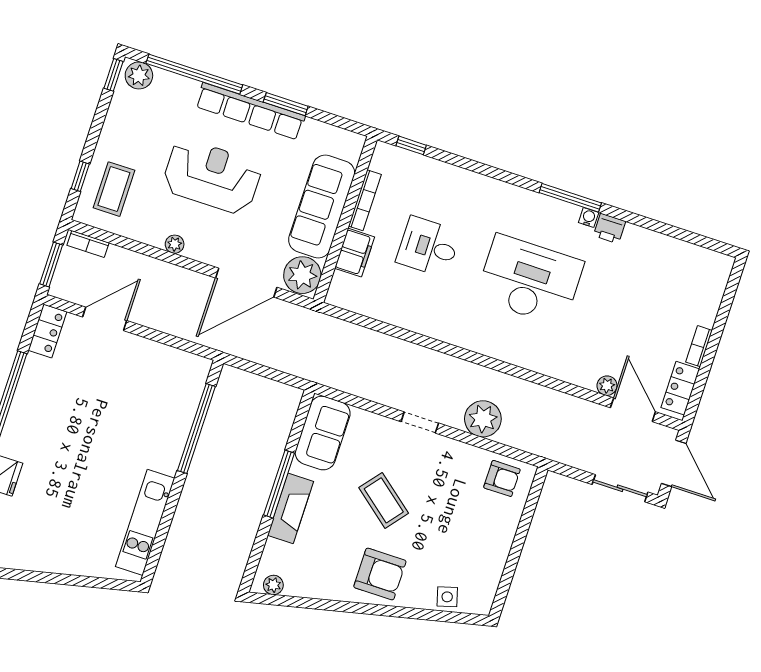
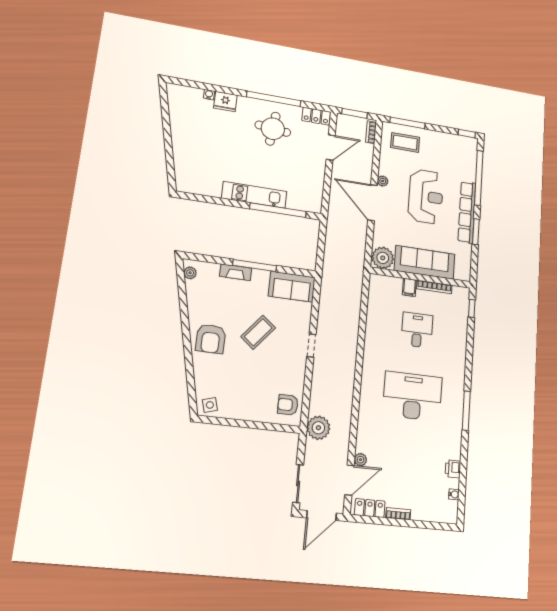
plant: (139, 75) -> (470, 147), removed
window: (80, 176) -> (407, 123), width x2.17
water cooler: (589, 217) -> (454, 494), moved
printer: (609, 228) -> (453, 469), moved
filing cabinet: (355, 253) -> (409, 287), width x0.50
desk: (530, 280) -> (413, 396), turned -90
door: (246, 283) -> (373, 203), moved
door: (105, 319) -> (331, 147), hinge flipped
round table: (59, 408) -> (273, 129), added
plant: (483, 419) -> (318, 428), moved
armchair: (502, 478) -> (288, 405), turned 90
fireplace: (290, 508) -> (236, 272), width x0.73, depth x0.76
kitchen unit: (145, 522) -> (254, 195), moved
side table: (447, 597) -> (210, 405), moved

